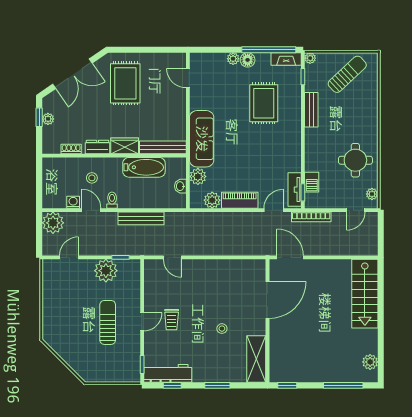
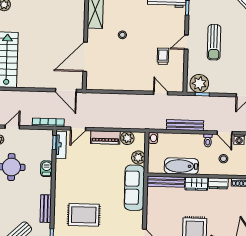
rug: (264, 103) -> (84, 215), turned 90
barbecue: (312, 182) -> (46, 169), moved
washbasin: (180, 186) -> (153, 138), moved
plant: (106, 271) -> (199, 84), moved
trolley: (172, 320) -> (163, 56), moved

